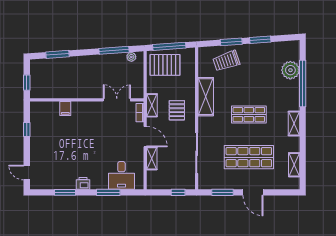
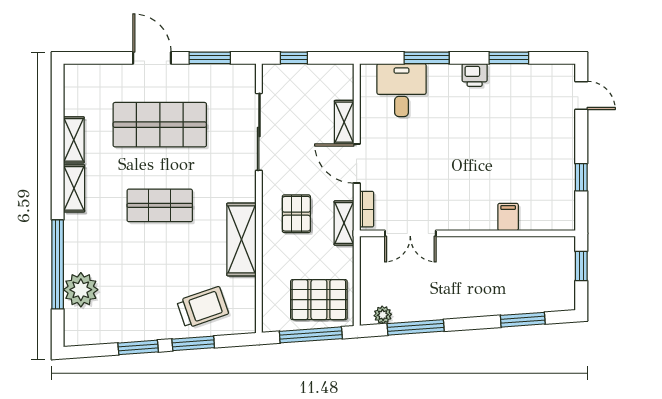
shelving: (294, 165) -> (74, 140), moved

